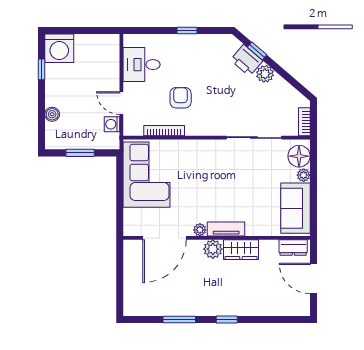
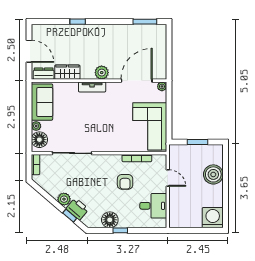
floor lamp: (202, 45) -> (110, 220), added
window: (42, 69) -> (225, 202), removed
boiler: (52, 114) -> (213, 174), width x1.86, depth x1.86
washing machine: (112, 124) -> (175, 163), removed
plant: (200, 230) -> (162, 86), moved
wardrobe: (241, 250) -> (67, 72), moved
window: (179, 319) -> (145, 22), moved
window: (227, 319) -> (78, 22), moved

